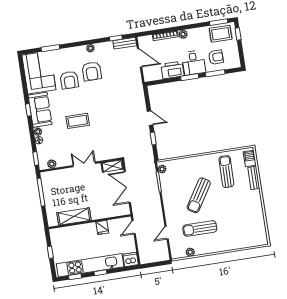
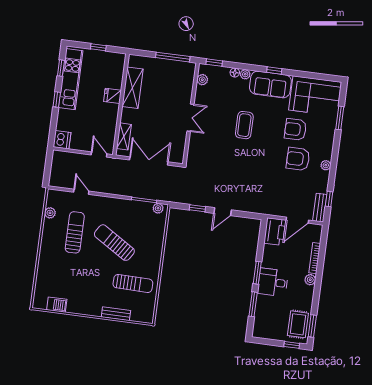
armchair: (216, 57) -> (272, 311), removed
printer: (172, 70) -> (275, 232), moved
barbecue: (250, 158) -> (57, 305), moved
shelving: (112, 166) -> (124, 136), moved
fridge: (102, 227) -> (113, 96), moved
kitchen unit: (90, 265) -> (71, 79), width x0.73

